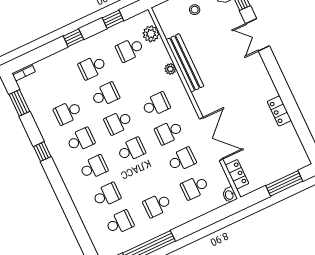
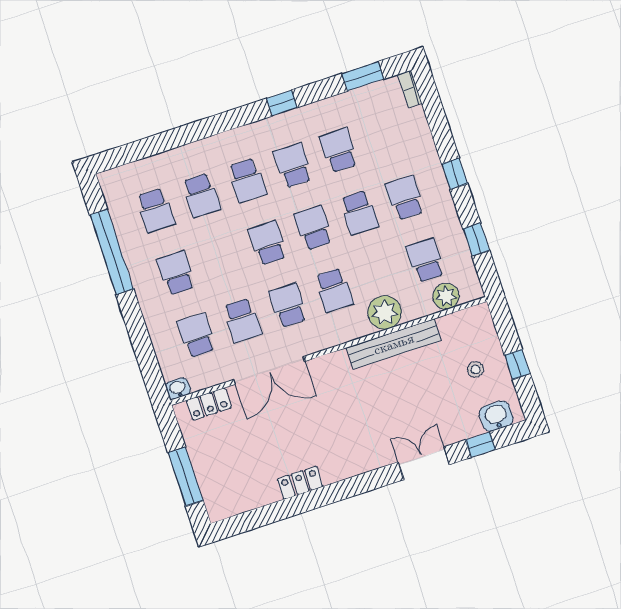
plant: (170, 69) -> (385, 312), width x1.88, depth x1.88
school desk: (81, 140) -> (293, 165), turned 180
school desk: (131, 150) -> (268, 243), turned 180

